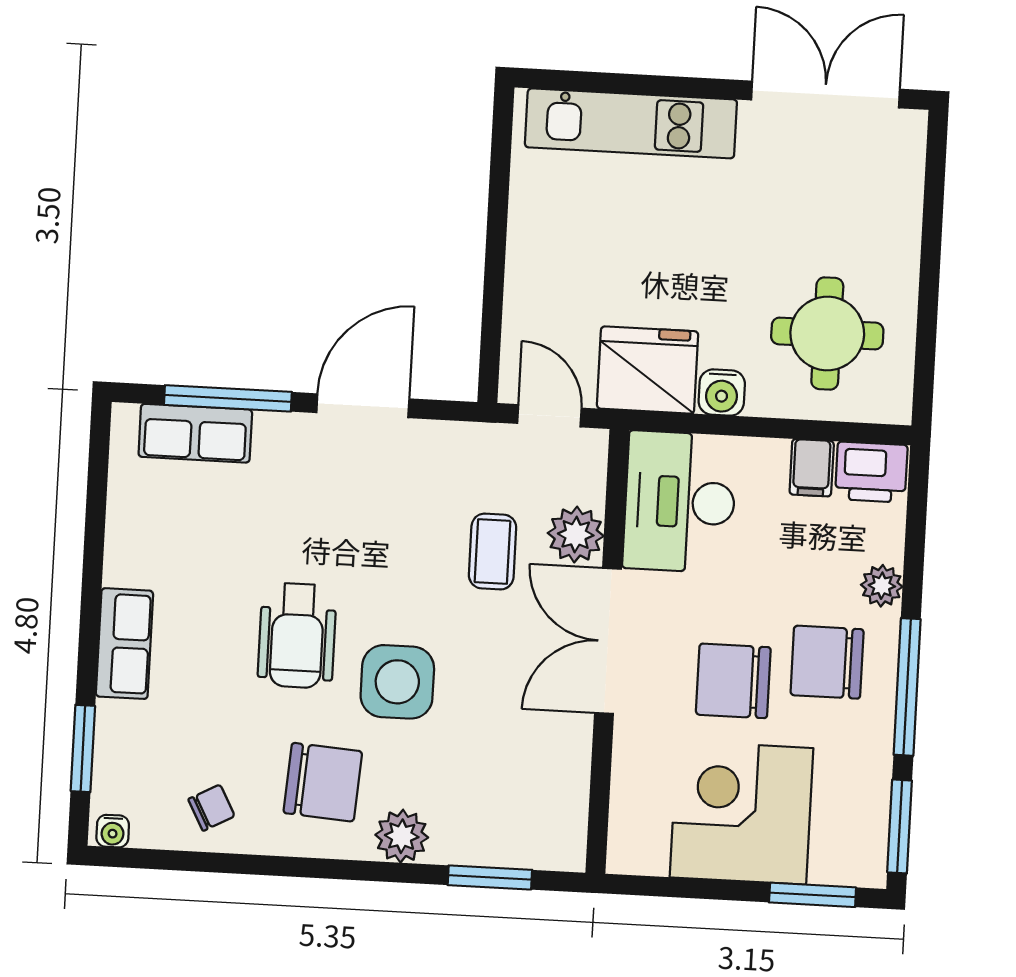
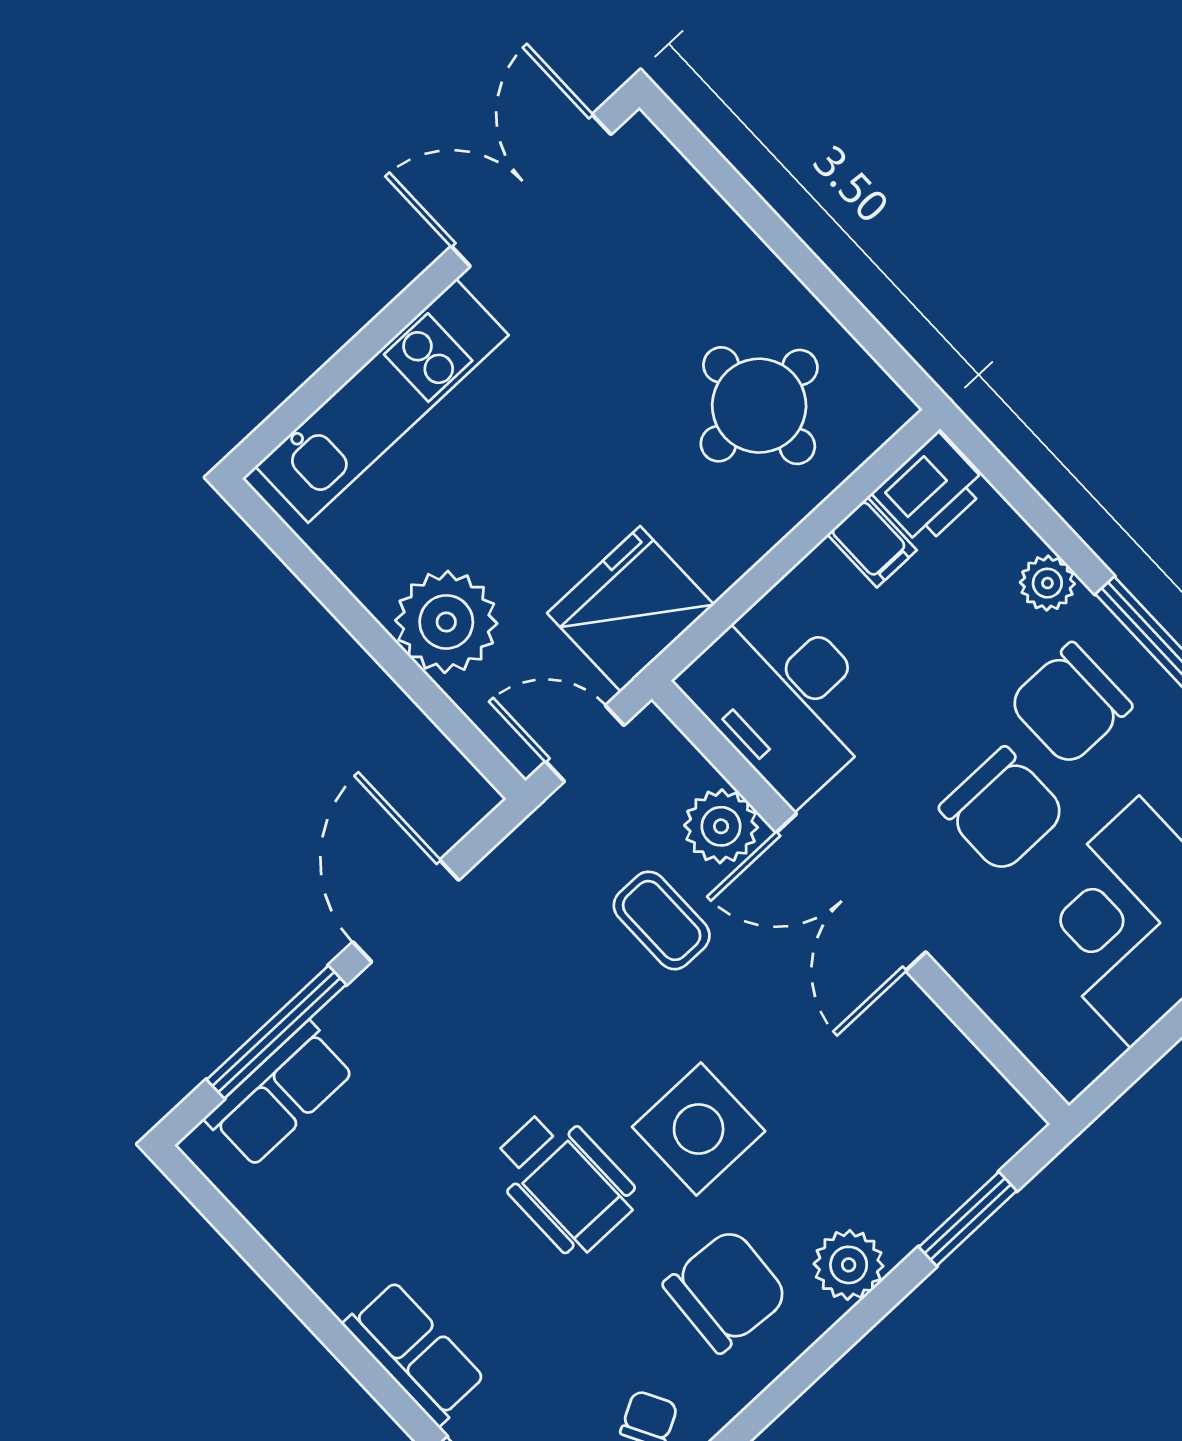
plant: (543, 275) -> (446, 622), added
water cooler: (722, 393) -> (719, 559), removed
chair: (733, 681) -> (1003, 810), turned -90

